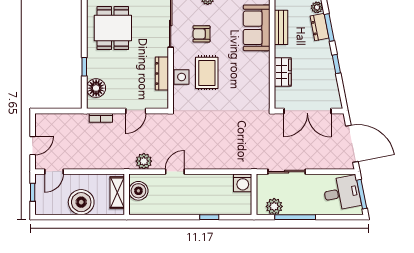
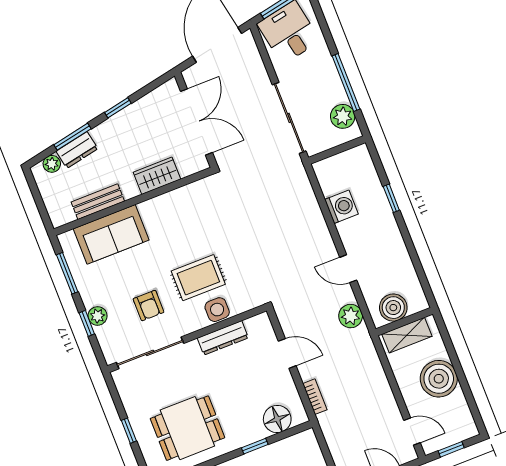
sliding door: (287, 172) -> (289, 118), width x1.37
washing machine: (243, 183) -> (341, 207), moved

